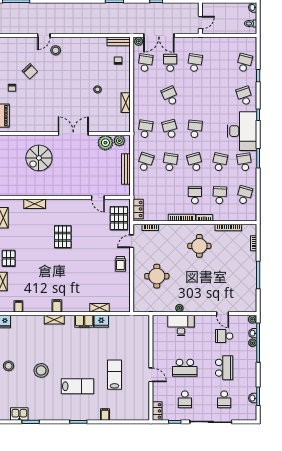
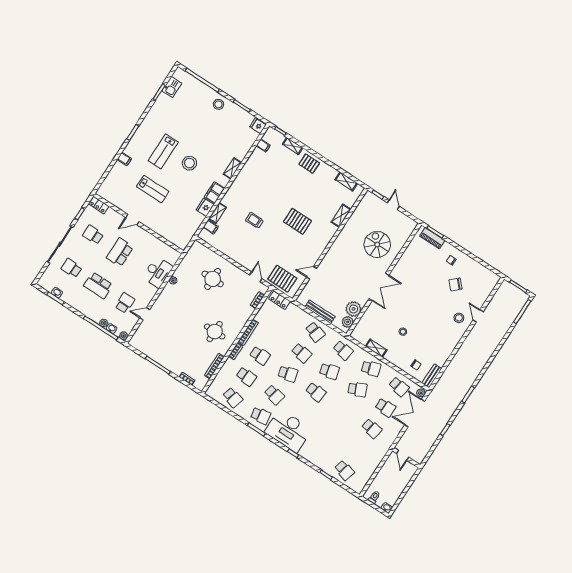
school desk: (244, 96) -> (371, 368), moved
trolley: (120, 264) -> (254, 220), moved
filing cabinet: (57, 306) -> (211, 227), moved
stool: (41, 370) -> (189, 163), moved

